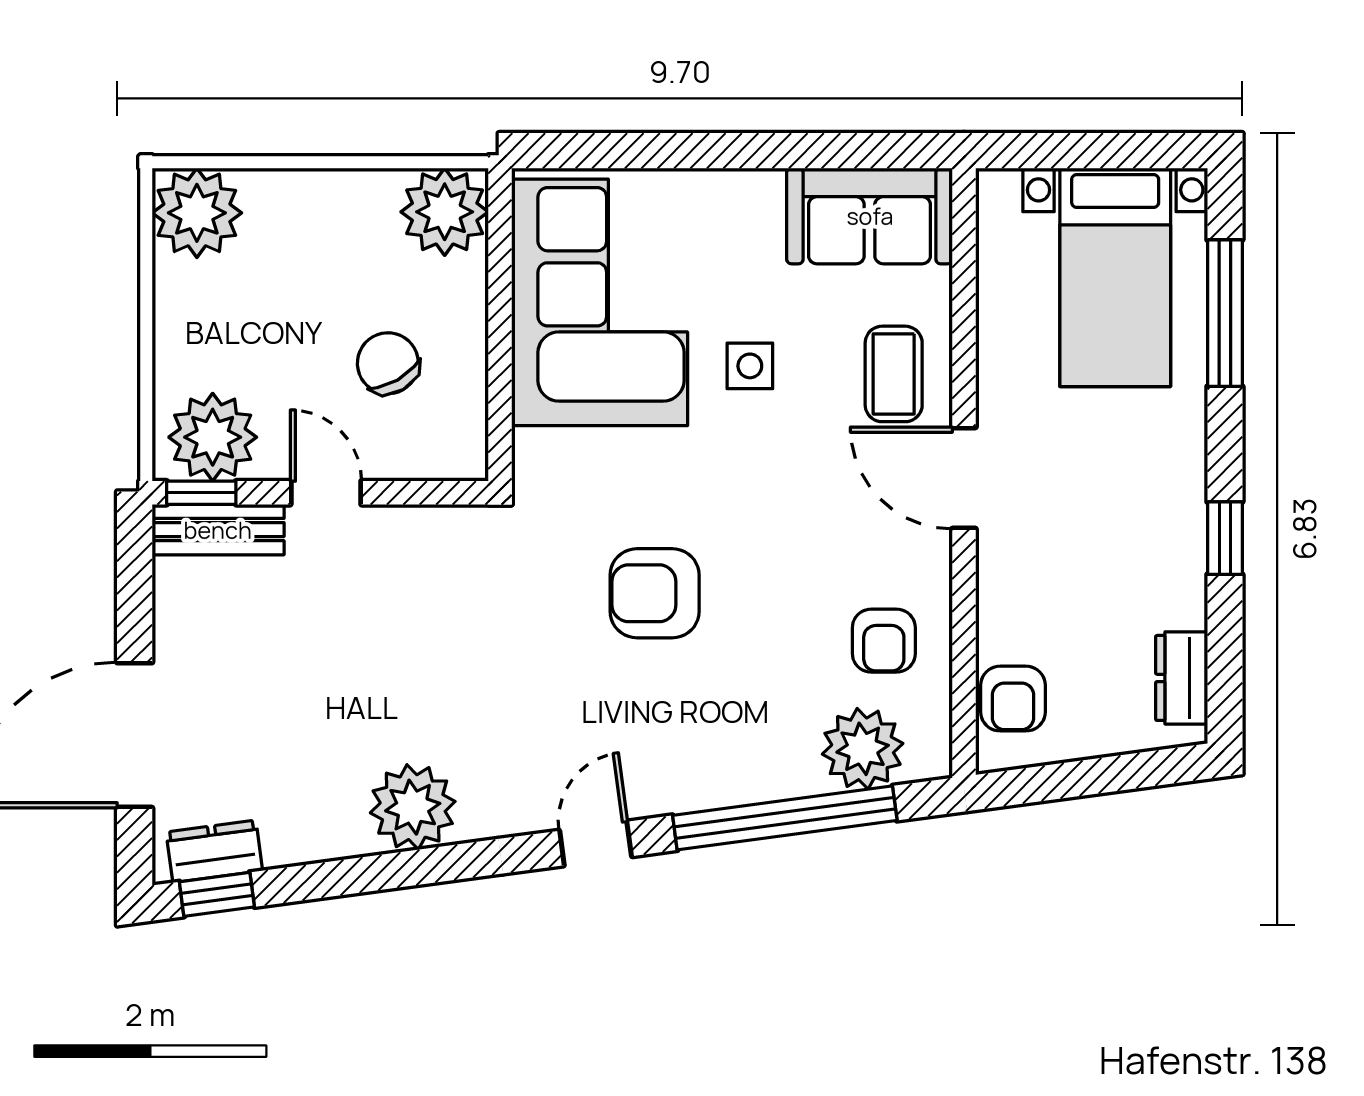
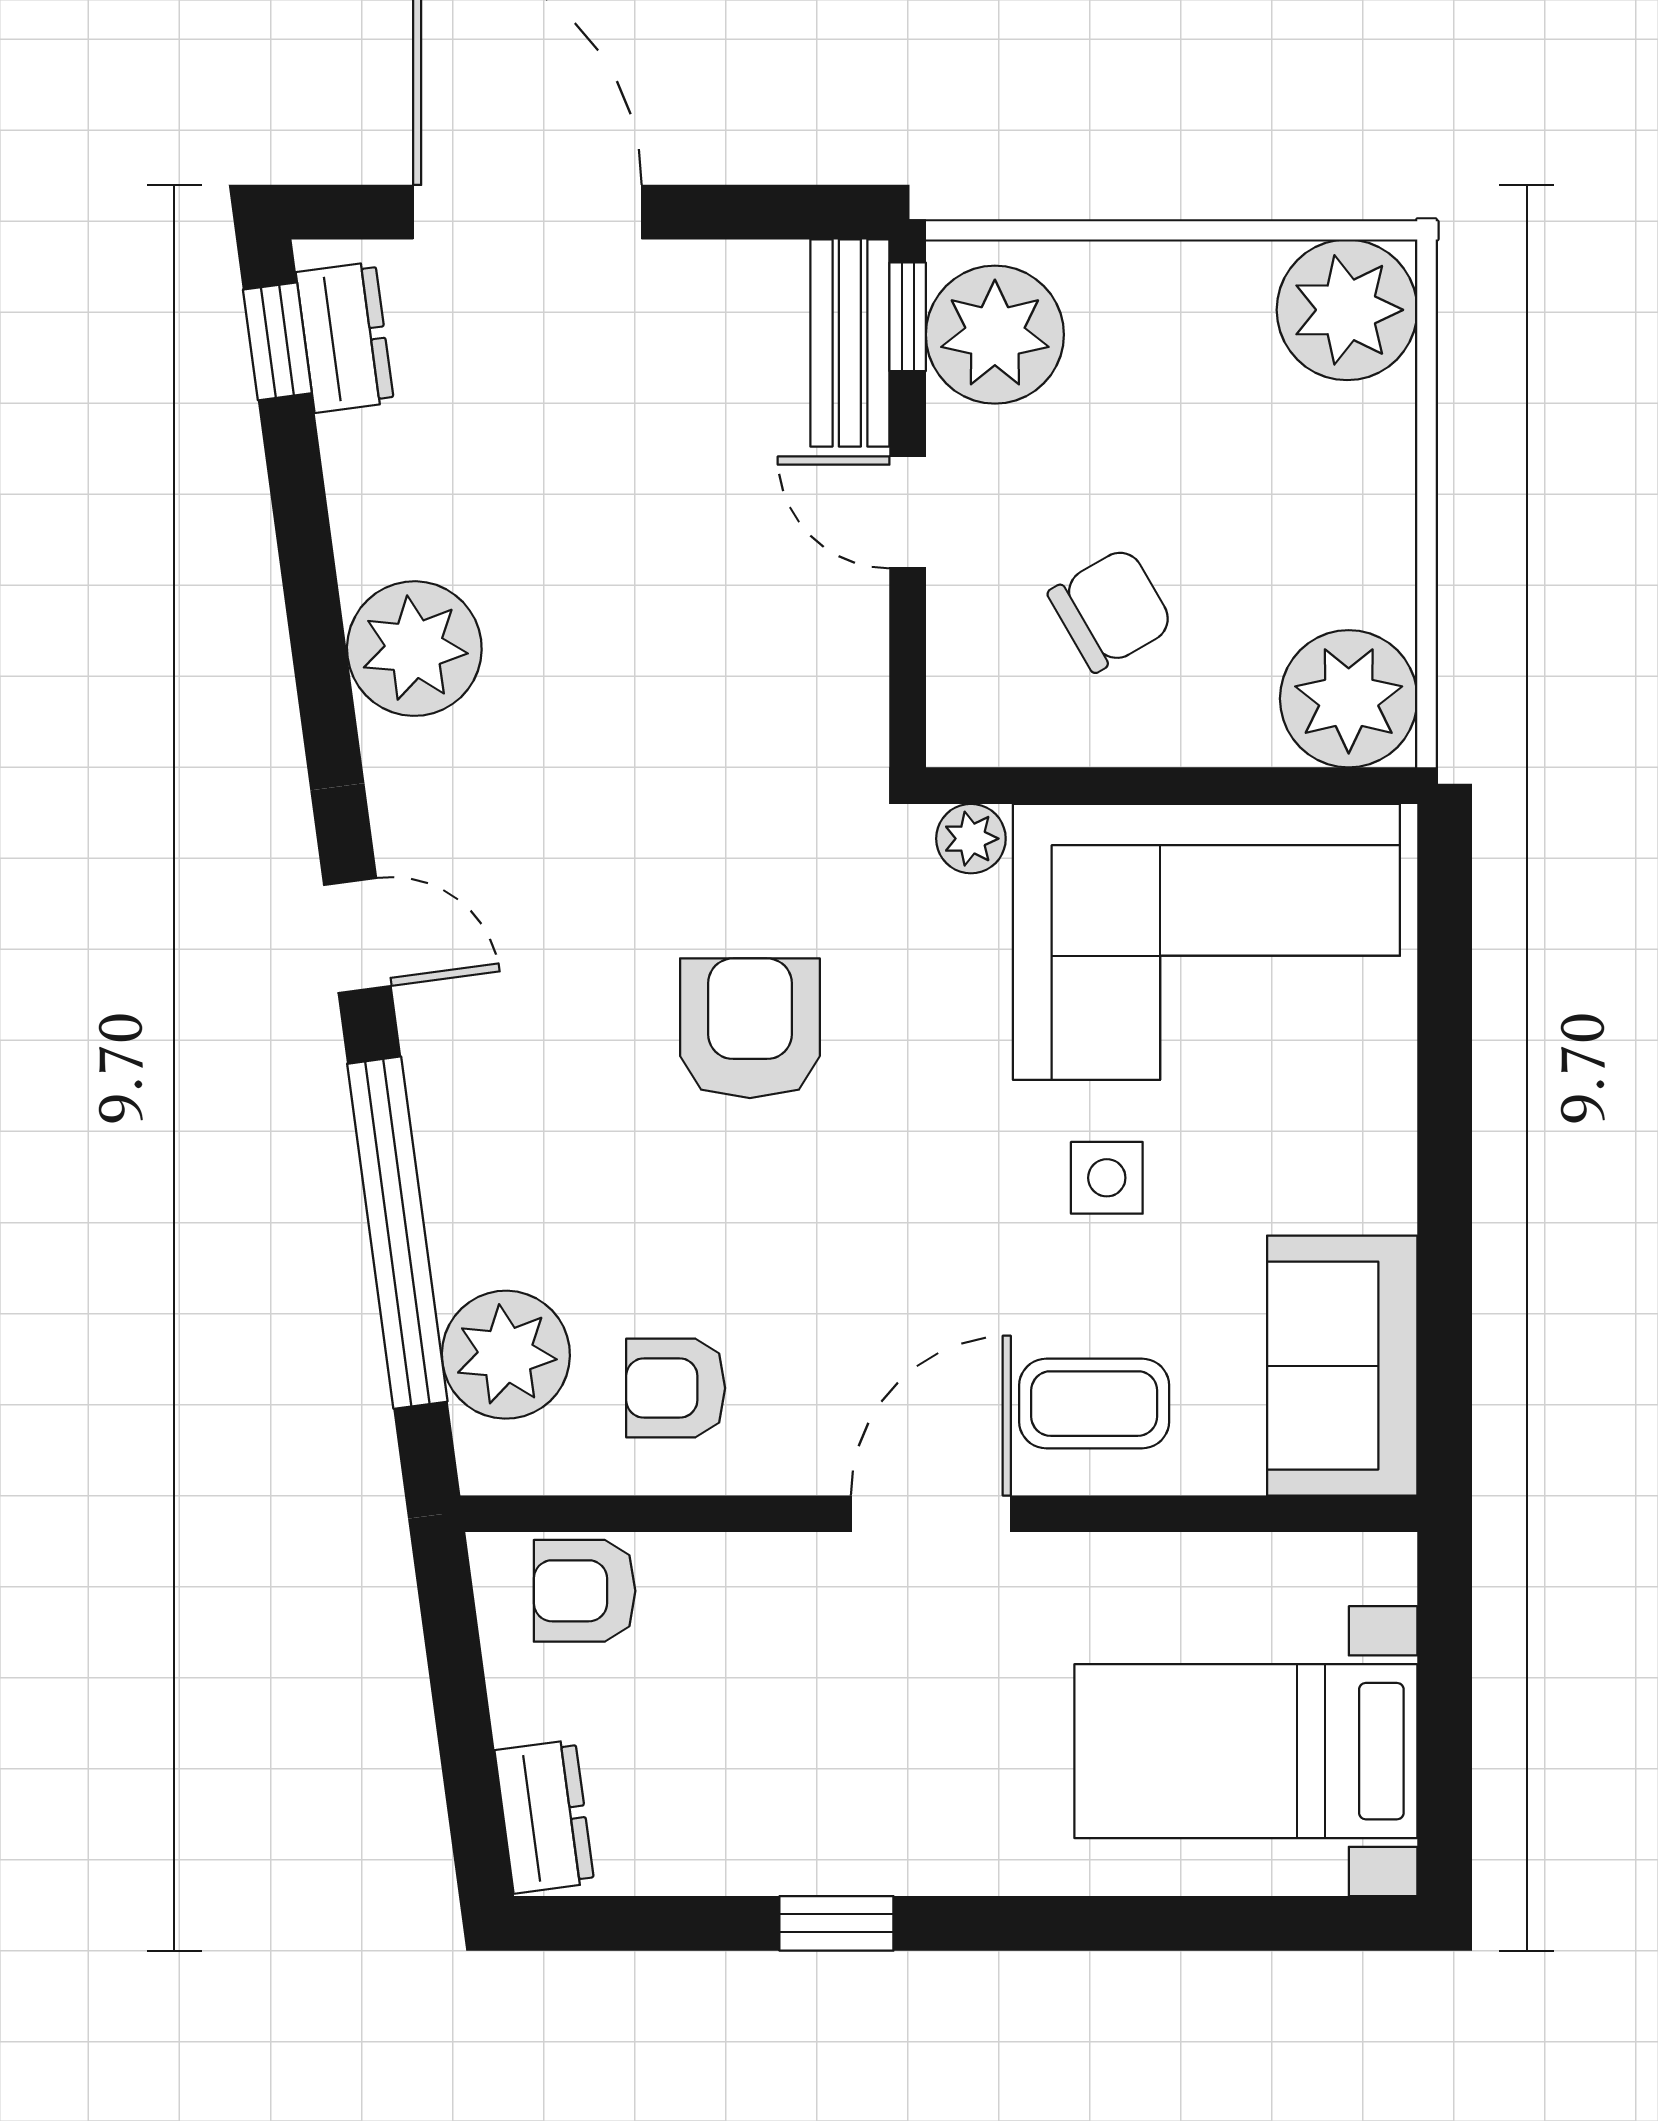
window: (1225, 313) -> (1190, 1923), removed
plant: (534, 452) -> (971, 839), added
door: (326, 493) -> (908, 512), swing flipped
dresser: (1182, 678) -> (544, 1817), moved, turned 82

